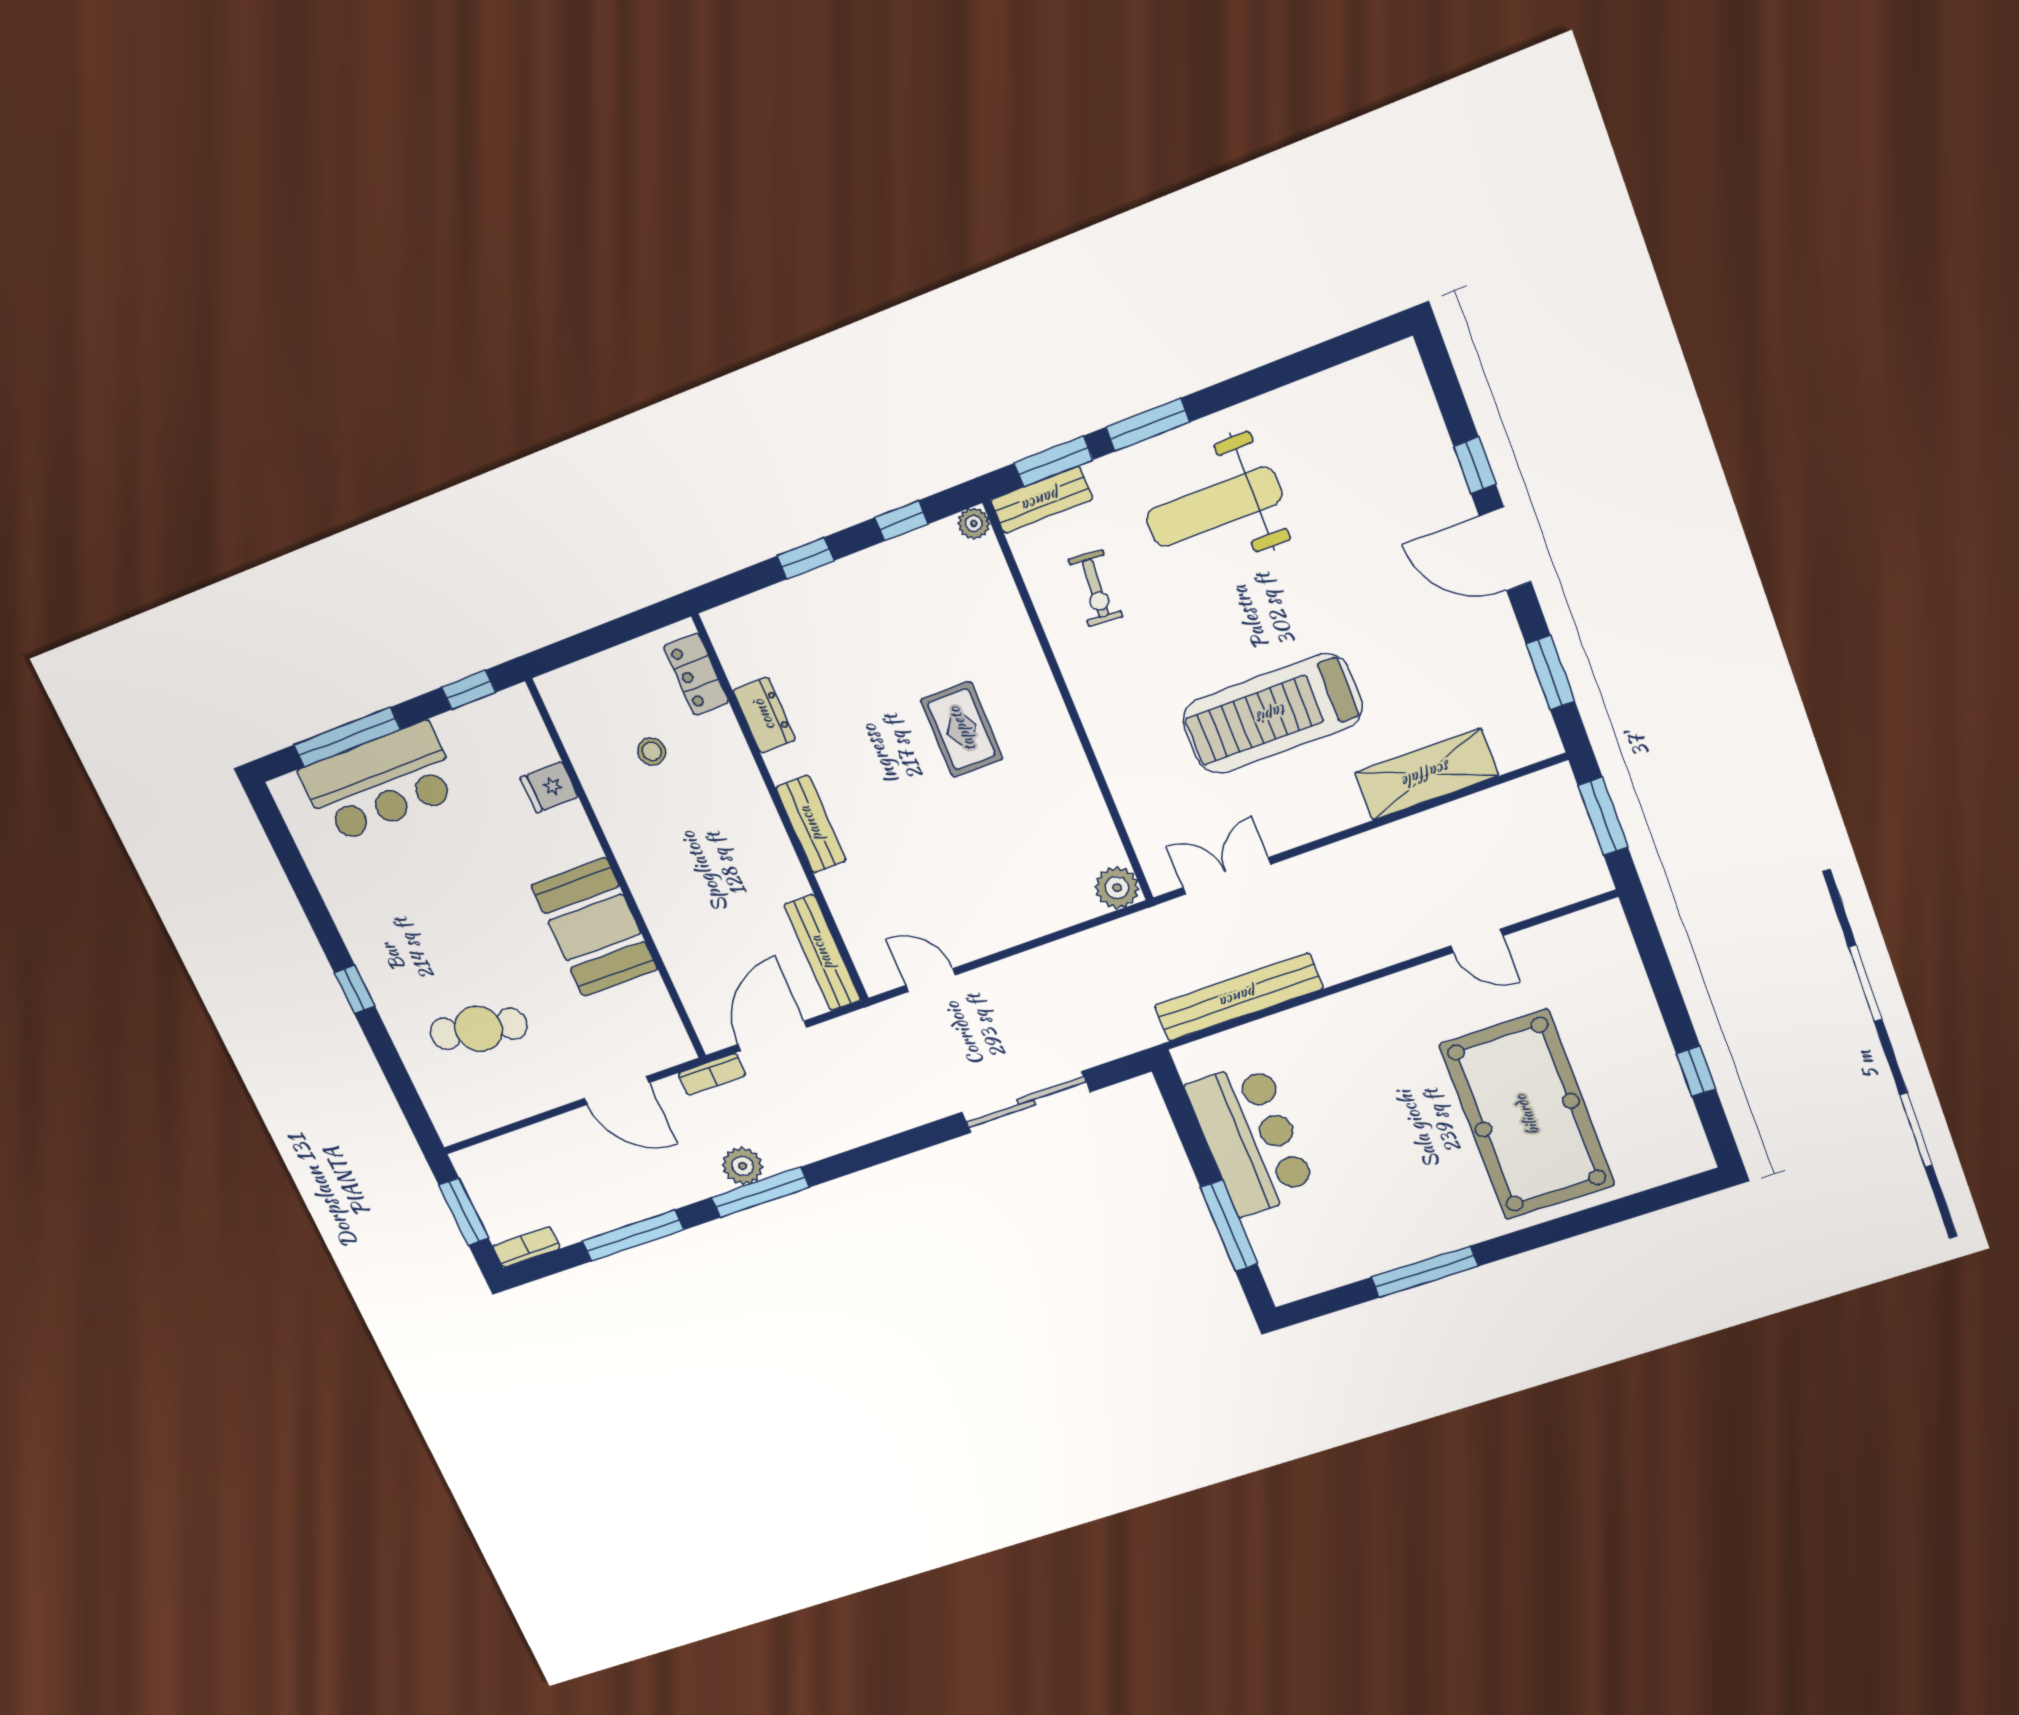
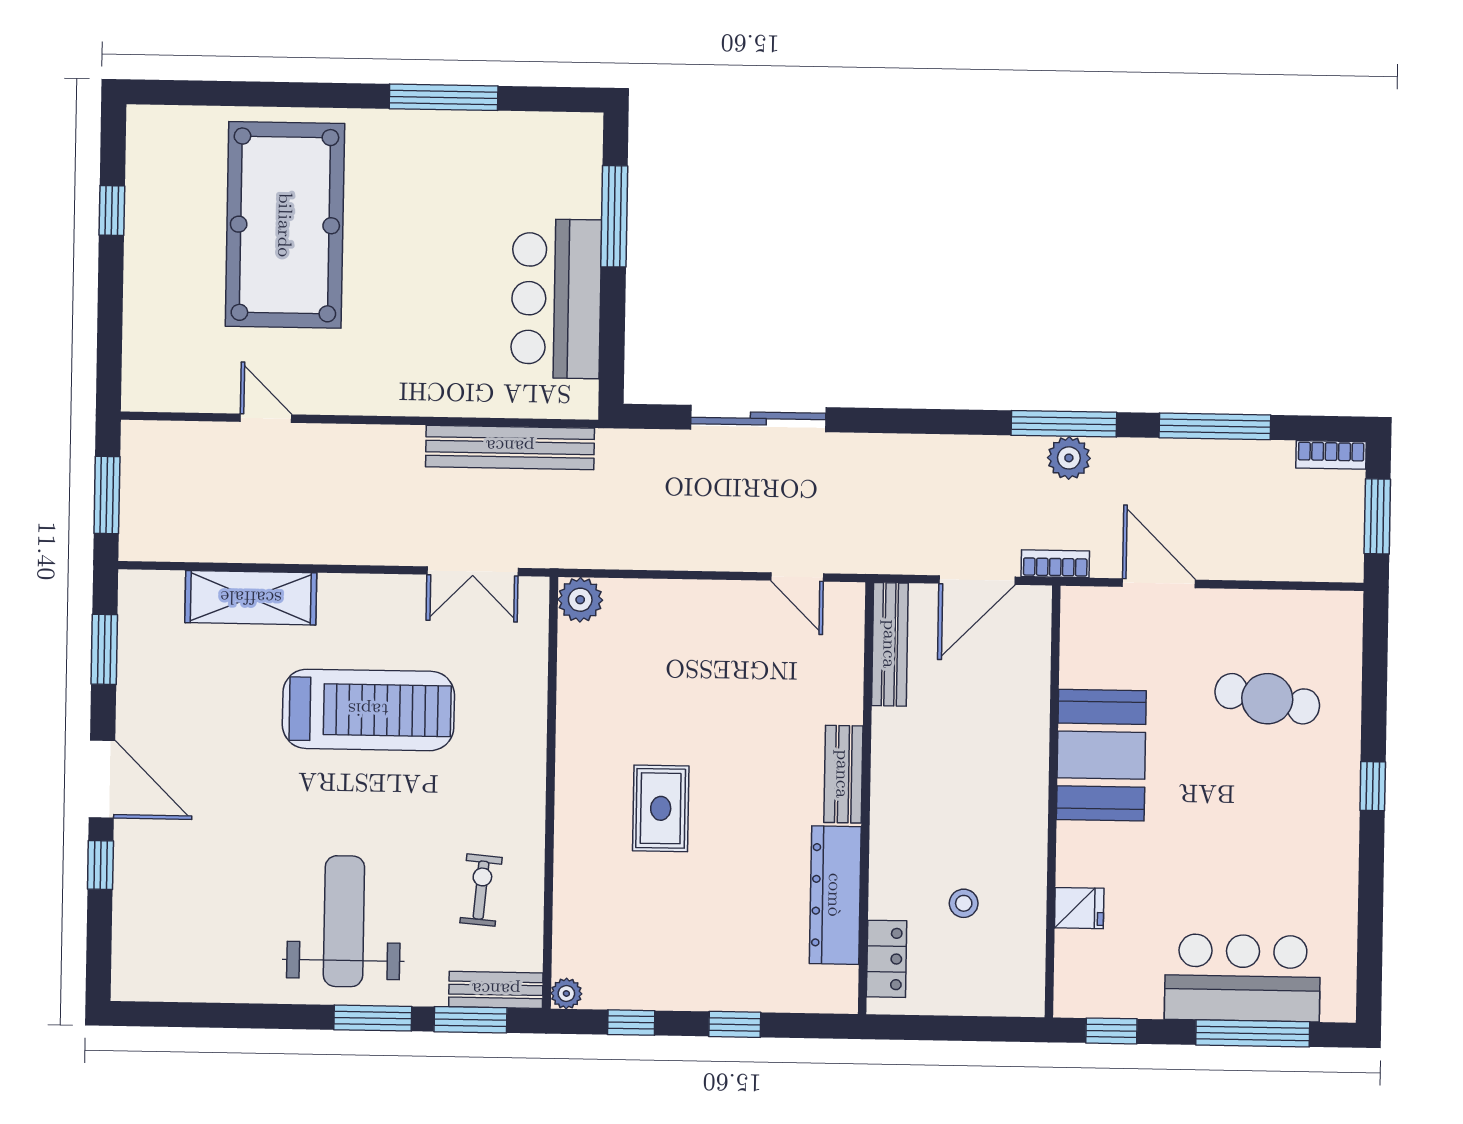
weight bench: (1214, 507) -> (344, 921), turned -90
dresser: (764, 715) -> (835, 895), width x1.96, depth x1.24

